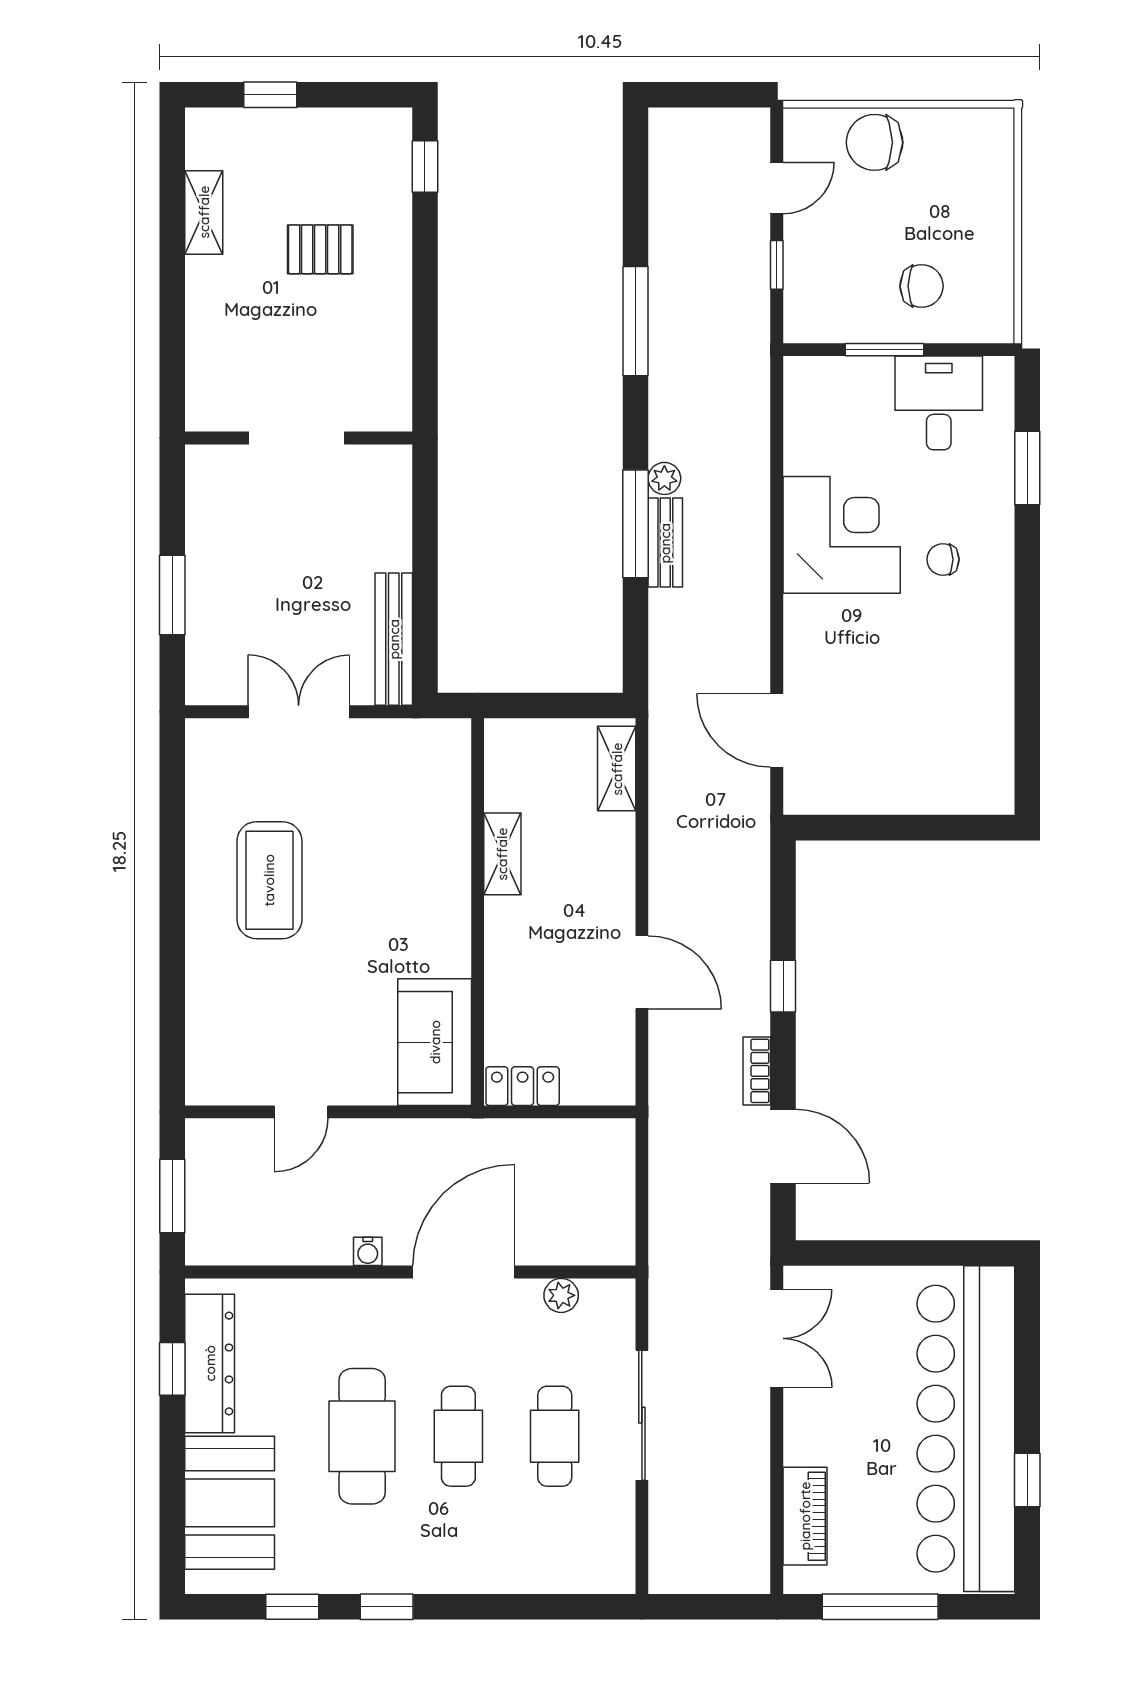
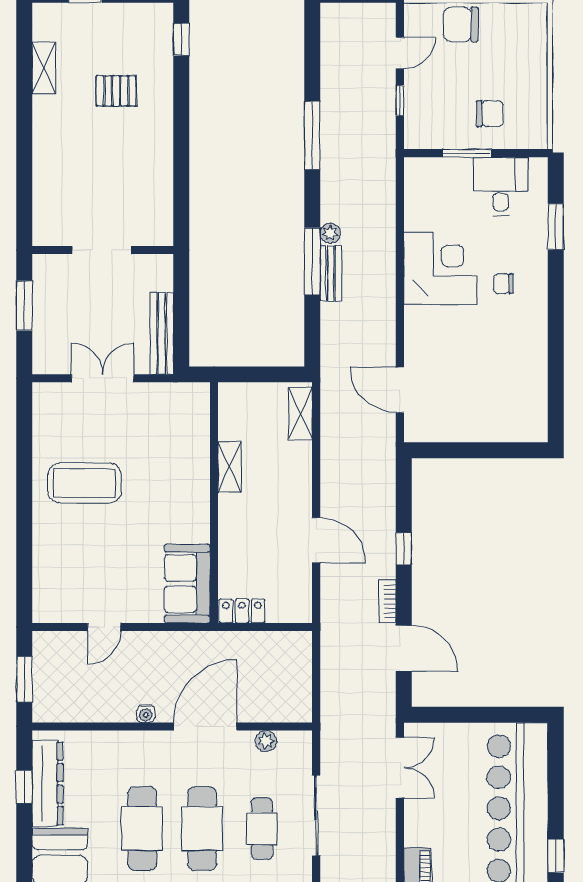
doorway: (297, 438) -> (102, 250), moved
wall: (299, 438) -> (103, 250), moved
coffee table: (269, 880) -> (85, 483), turned 90
cafe table: (458, 1436) -> (202, 829), width x1.37, depth x1.35

